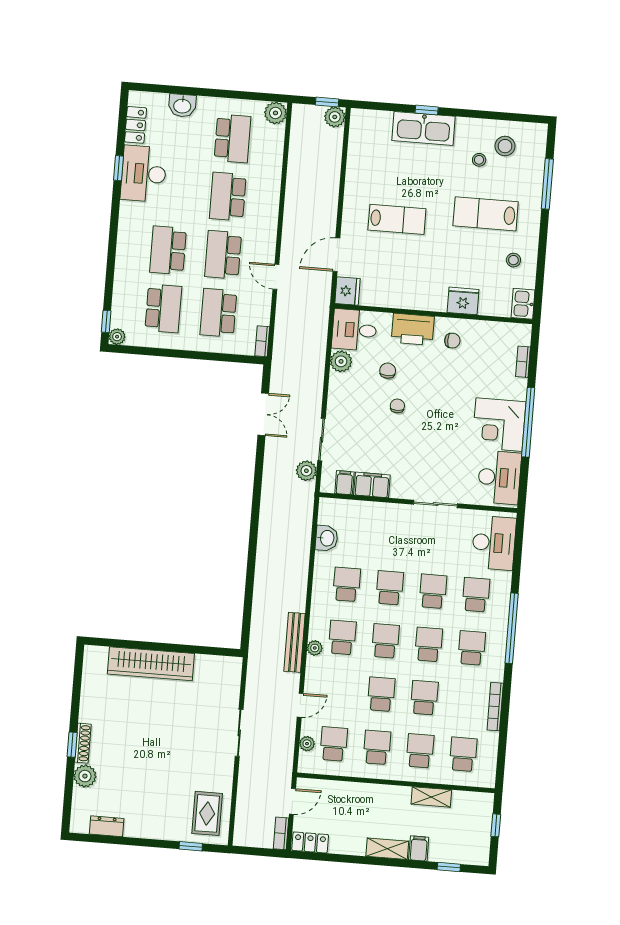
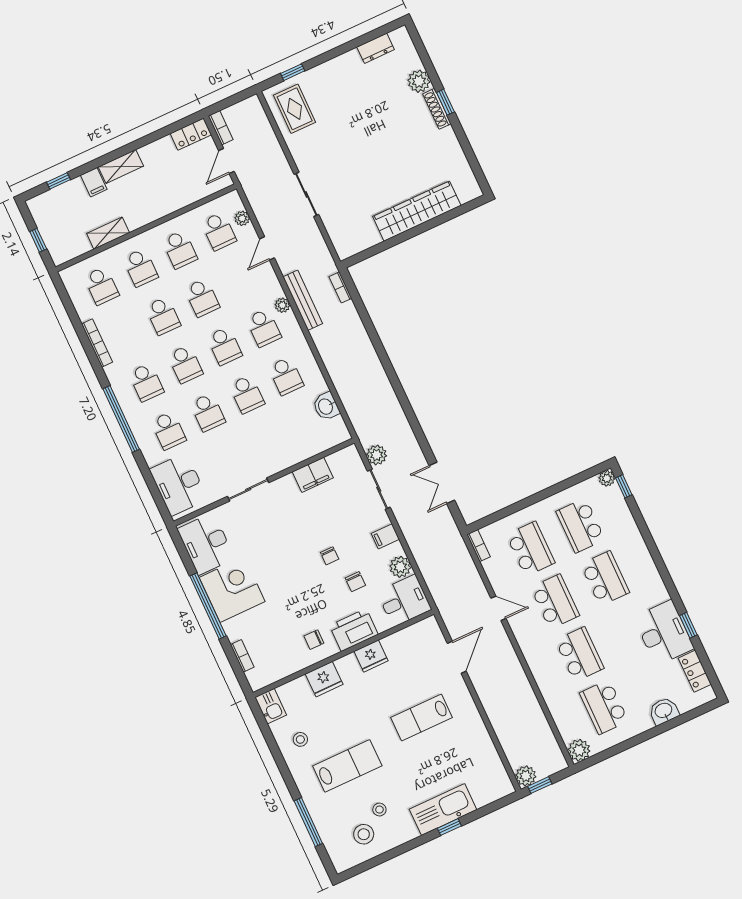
fridge: (348, 291) -> (371, 656), moved, turned -90
filing cabinet: (344, 483) -> (385, 536), moved, turned 90
bookcase: (255, 635) -> (340, 287), added

